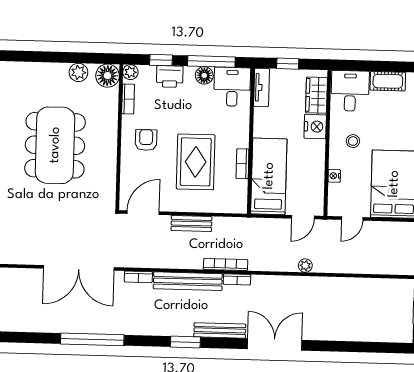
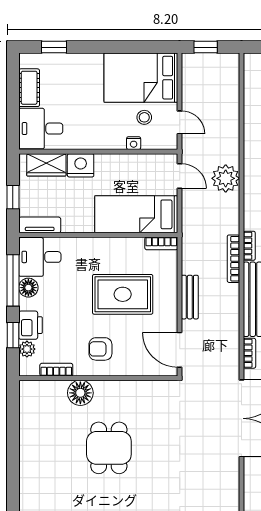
plant: (78, 72) -> (29, 425), removed
plant: (130, 72) -> (27, 349), moved
floor lamp: (108, 76) -> (80, 393), moved
stool: (353, 141) -> (144, 117), moved
dining table: (55, 145) -> (109, 448), width x0.53, depth x0.80
bookcase: (242, 164) -> (161, 243), moved
plant: (305, 266) -> (226, 178), width x1.88, depth x1.88

